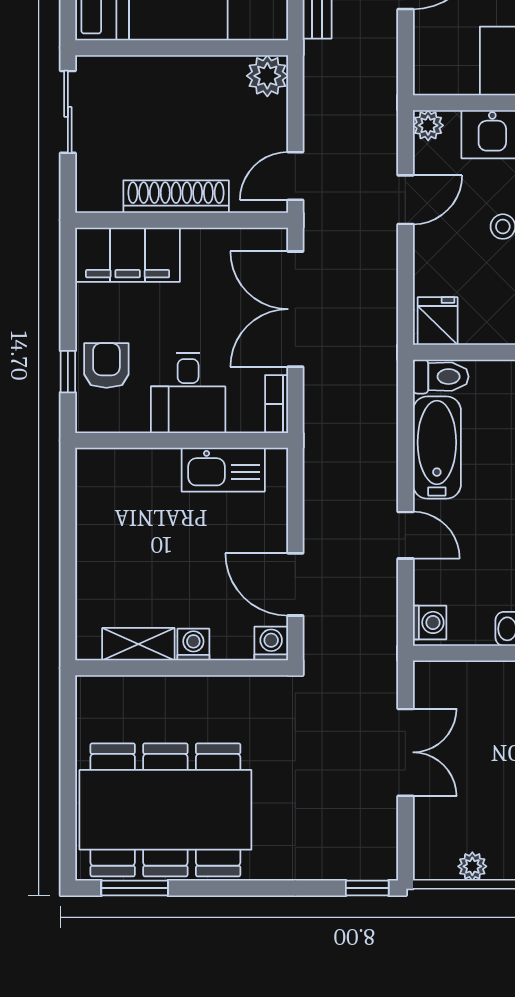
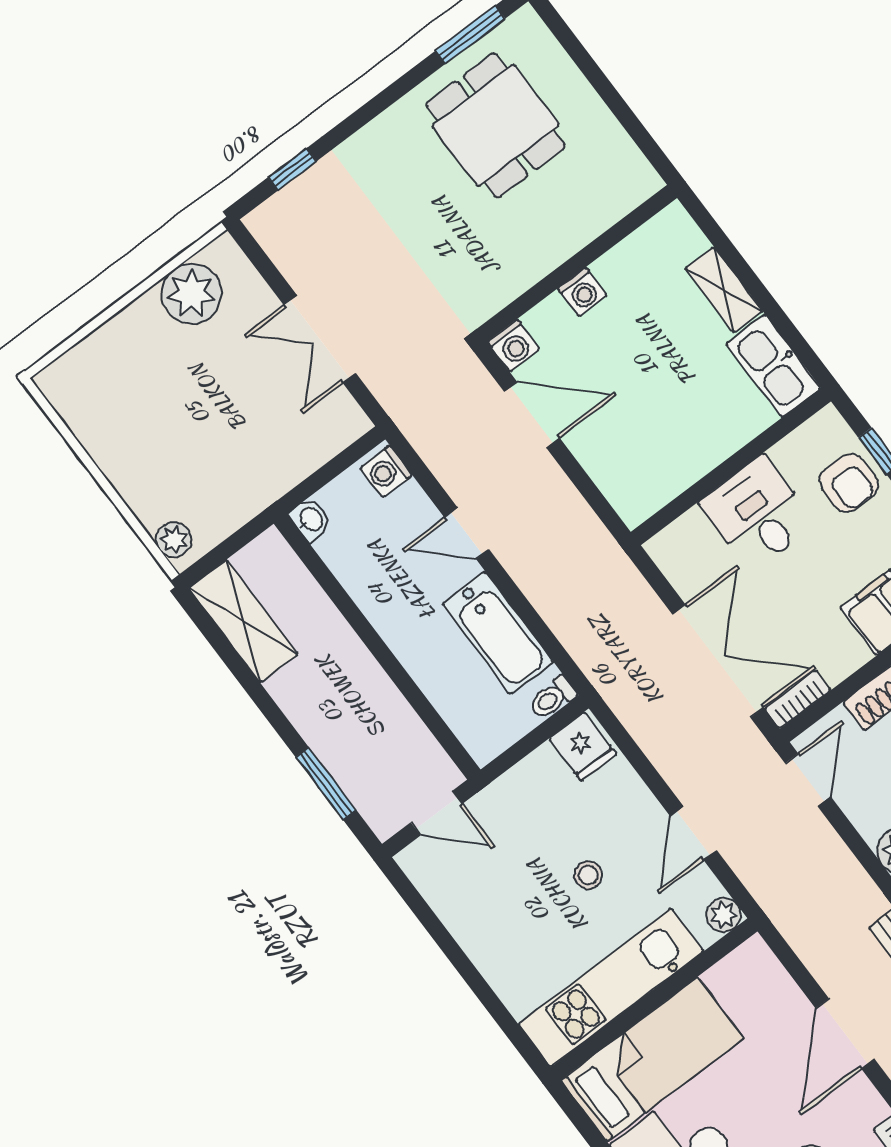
toilet: (441, 377) -> (552, 698), width x0.73, depth x0.72
bookcase: (277, 404) -> (798, 699), moved, turned -90
kitchen sink: (223, 470) -> (773, 366), moved, turned -90
shelving: (138, 644) -> (724, 290), moved, turned 90
dining table: (165, 810) -> (496, 125), width x0.53, depth x0.80
plant: (472, 866) -> (191, 294), width x1.88, depth x1.88
window: (367, 888) -> (292, 169), moved

